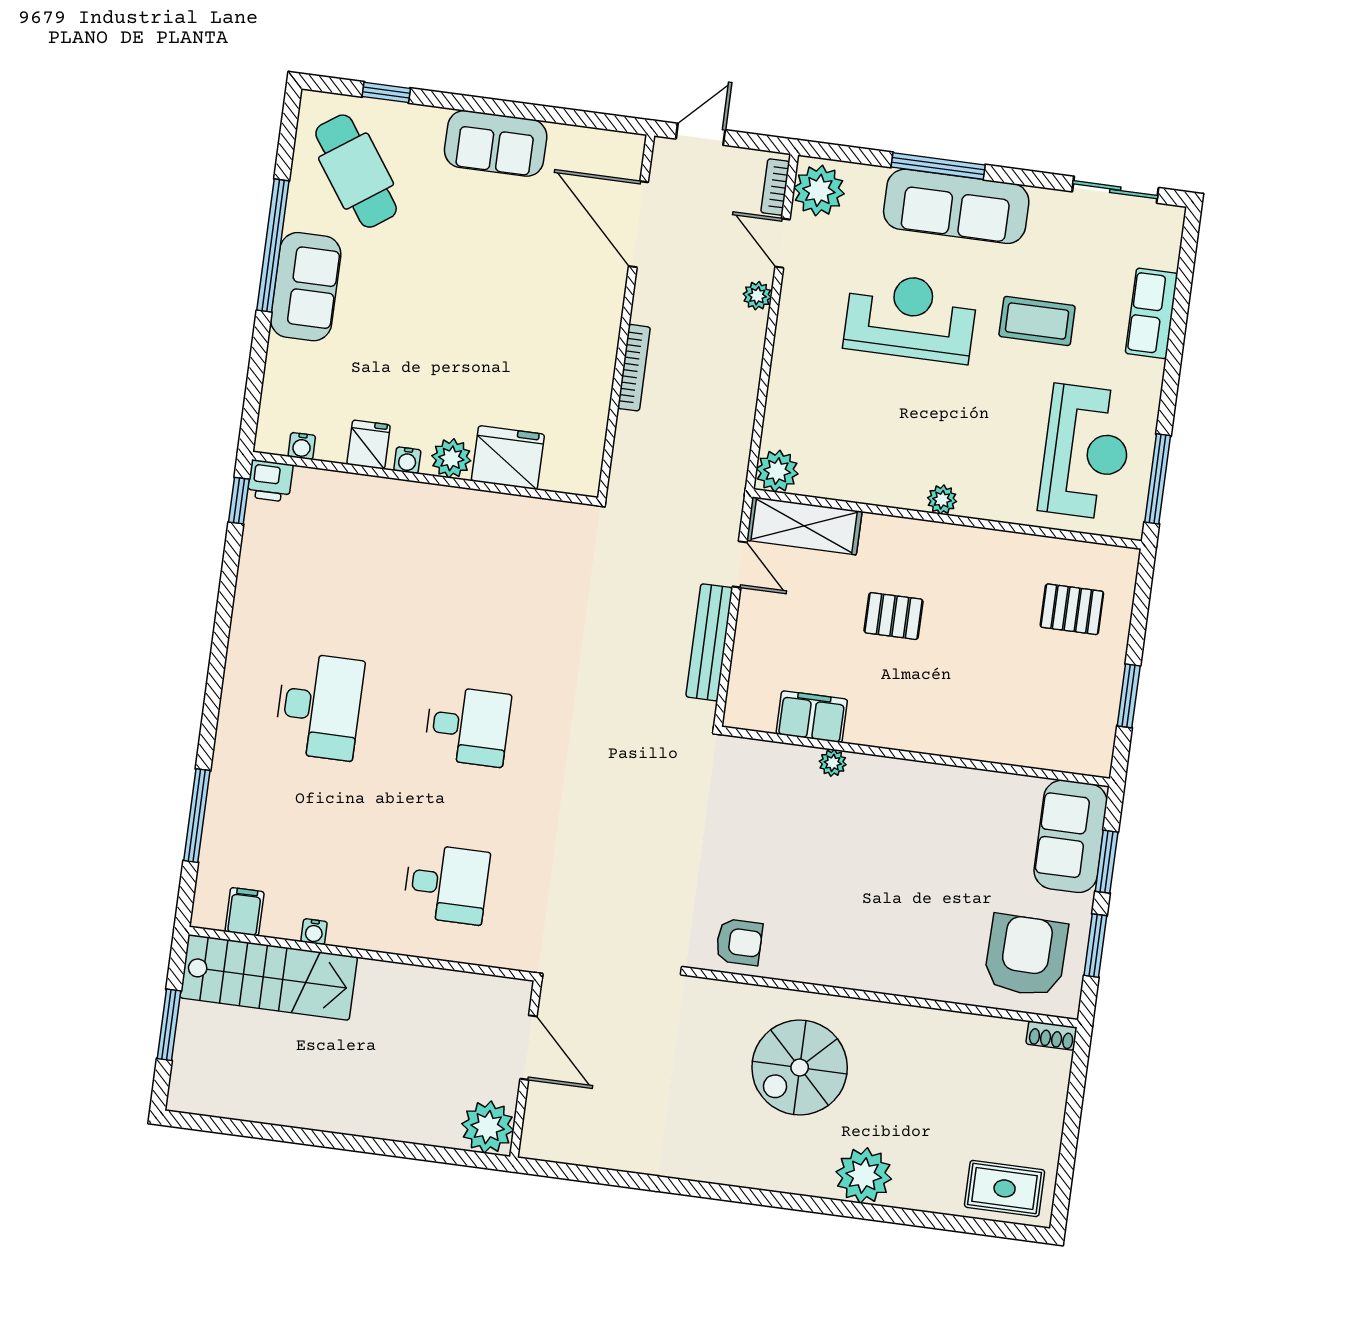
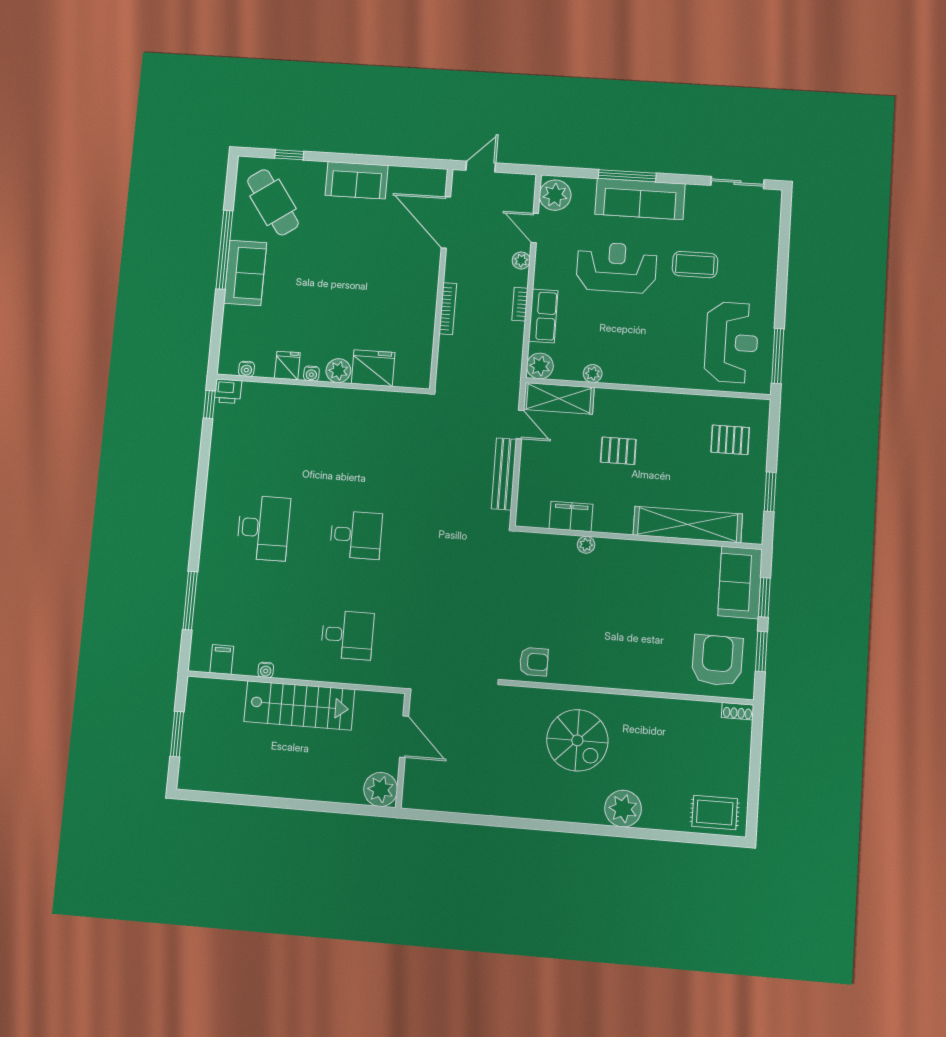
bookcase: (775, 187) -> (520, 304), moved
row of seats: (1152, 313) -> (543, 316), moved, turned 180
plant: (942, 500) -> (593, 374), moved
shelving: (995, 740) -> (688, 524), added
stairs: (269, 977) -> (299, 705), moved
spiral stairs: (800, 1067) -> (577, 740), turned -90

